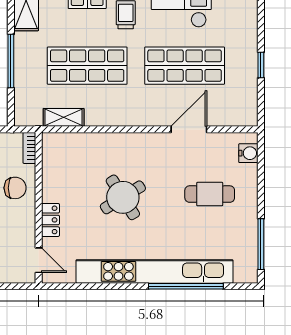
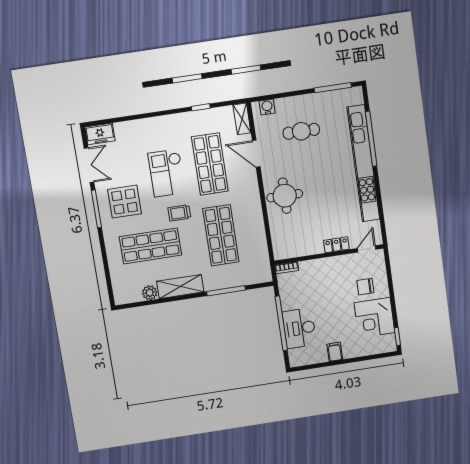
shelving: (64, 117) -> (242, 119), moved
chair: (15, 188) -> (317, 274), removed
cafe table: (210, 194) -> (301, 131), turned 90
round table: (123, 197) -> (285, 196), moved, turned 32

